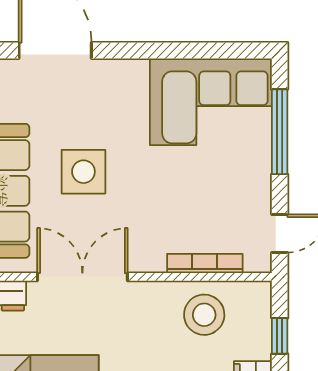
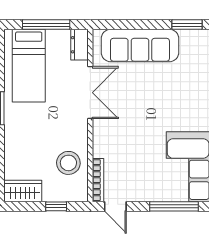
side table: (83, 172) -> (151, 93), removed
bookcase: (205, 263) -> (98, 180), moved

